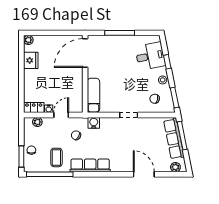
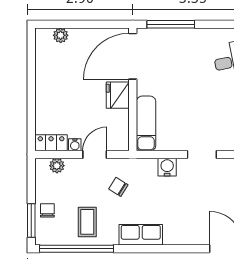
window: (120, 33) -> (171, 24), moved
plant: (28, 40) -> (61, 35), moved
fridge: (31, 60) -> (118, 95), moved, turned 180
water cooler: (94, 123) -> (167, 167), moved
row of seats: (90, 165) -> (141, 235), width x0.68

